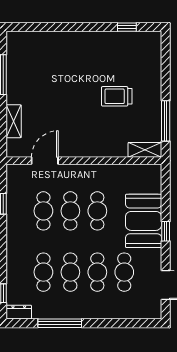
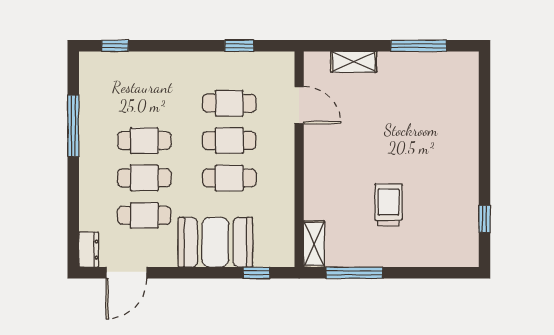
window: (166, 231) -> (256, 273), moved
cafe table: (43, 272) -> (144, 103), removed
dresser: (19, 312) -> (89, 250), moved

